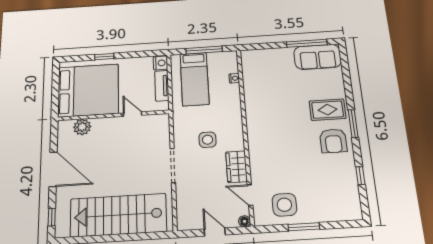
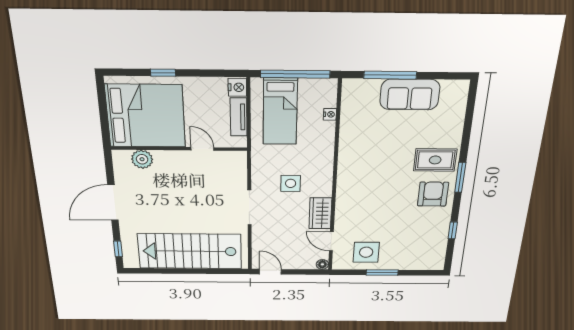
window: (307, 43) -> (390, 75), moved
window: (204, 50) -> (295, 74), width x1.46
sofa: (318, 57) -> (410, 95), moved
armchair: (333, 141) -> (433, 194), turned 180
door: (53, 169) -> (113, 203), swing flipped
door: (215, 232) -> (270, 272), moved

